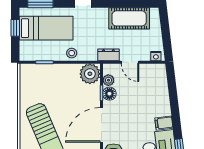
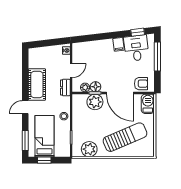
cot: (129, 18) -> (37, 85), moved
plant: (90, 74) -> (95, 102), moved
plant: (29, 85) -> (89, 149), added

